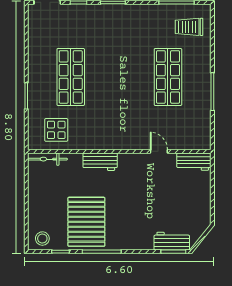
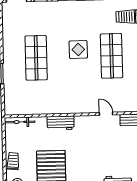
display table: (56, 130) -> (78, 50), moved
trolley: (38, 209) -> (13, 161), added

